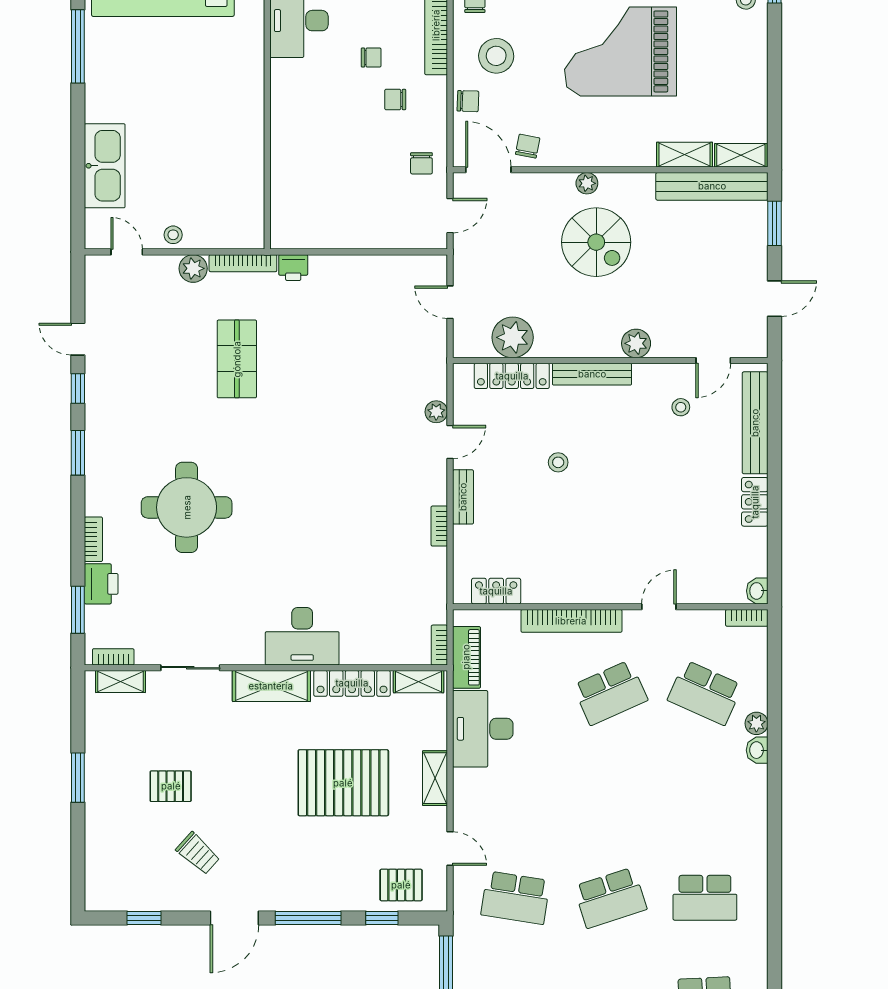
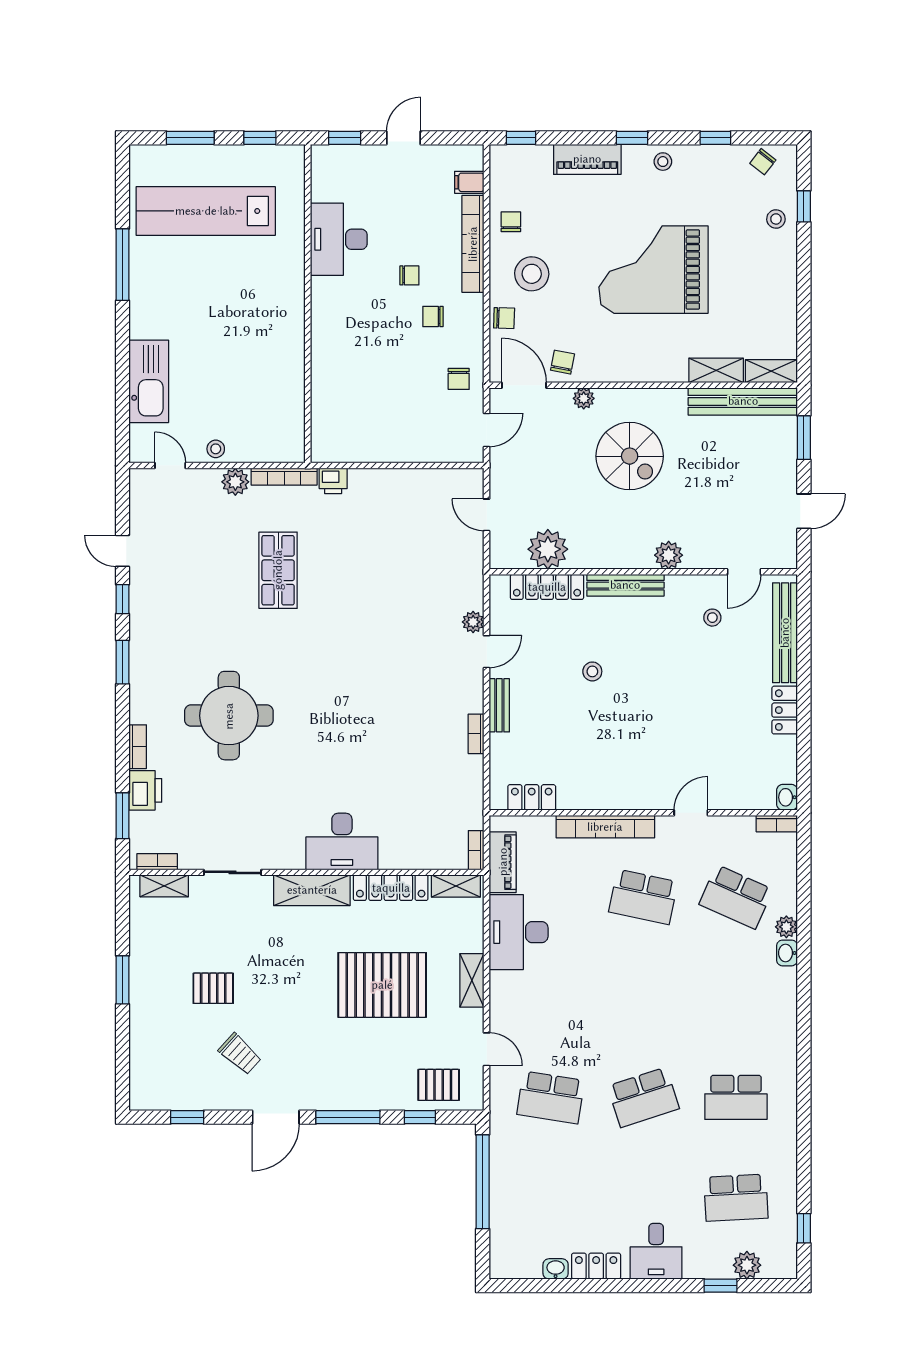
plant: (587, 183) -> (584, 398), moved
school desk: (610, 693) -> (643, 897), turned 36

